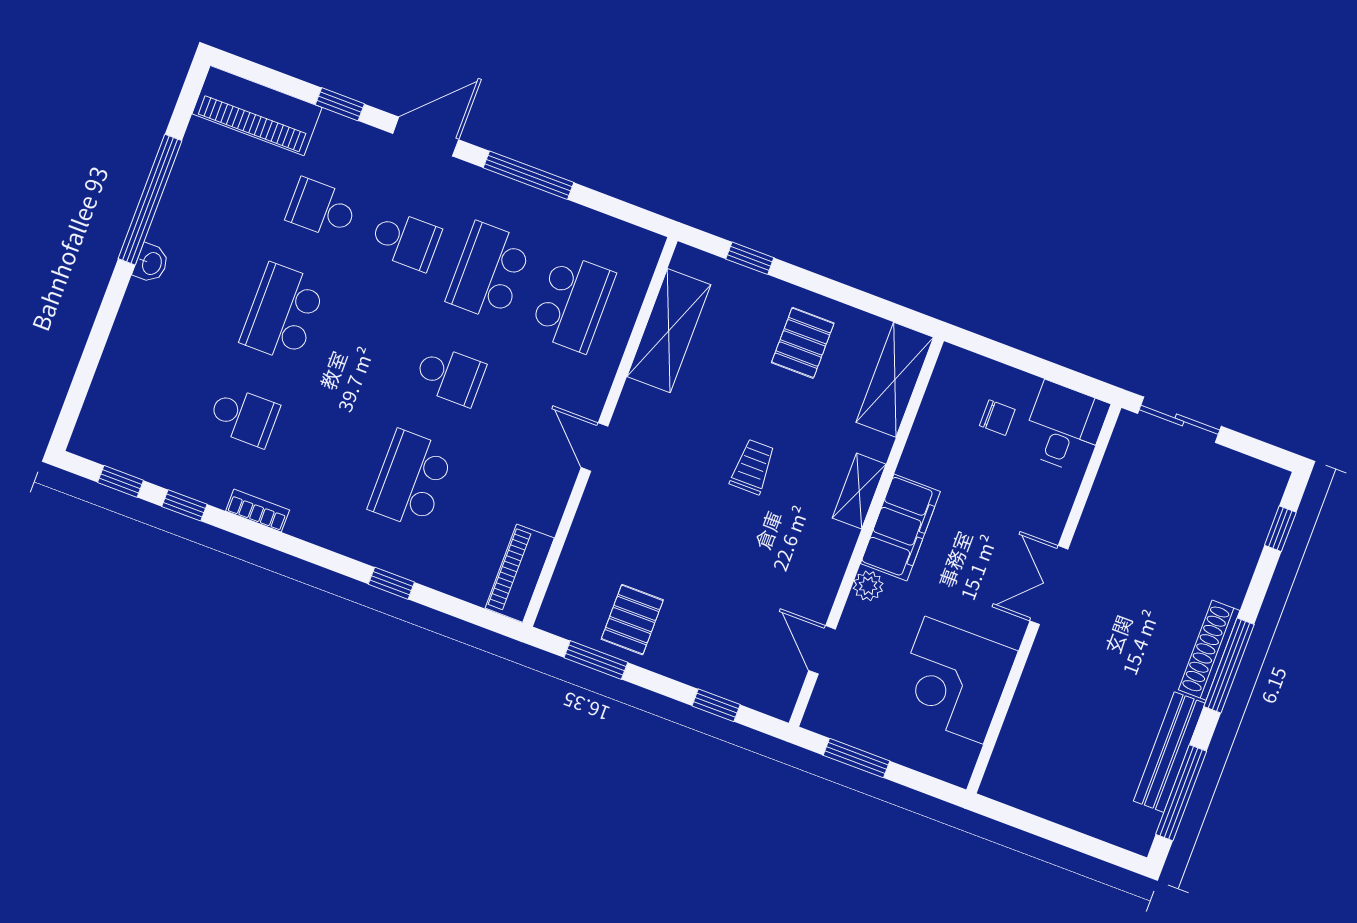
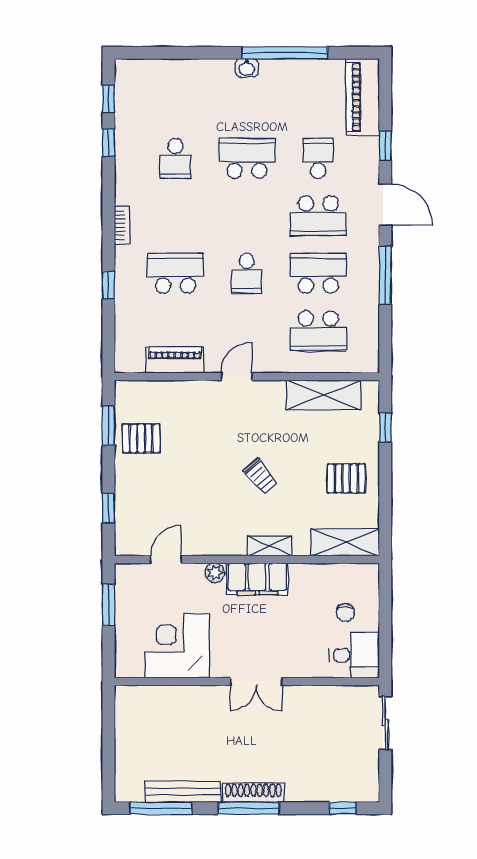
school desk: (405, 240) -> (318, 216), width x1.85
trolley: (753, 467) -> (260, 476), turned 50
bookcase: (258, 510) -> (122, 225), moved
piano: (520, 573) -> (175, 360), moved
double door: (1049, 585) -> (256, 681), swing flipped

